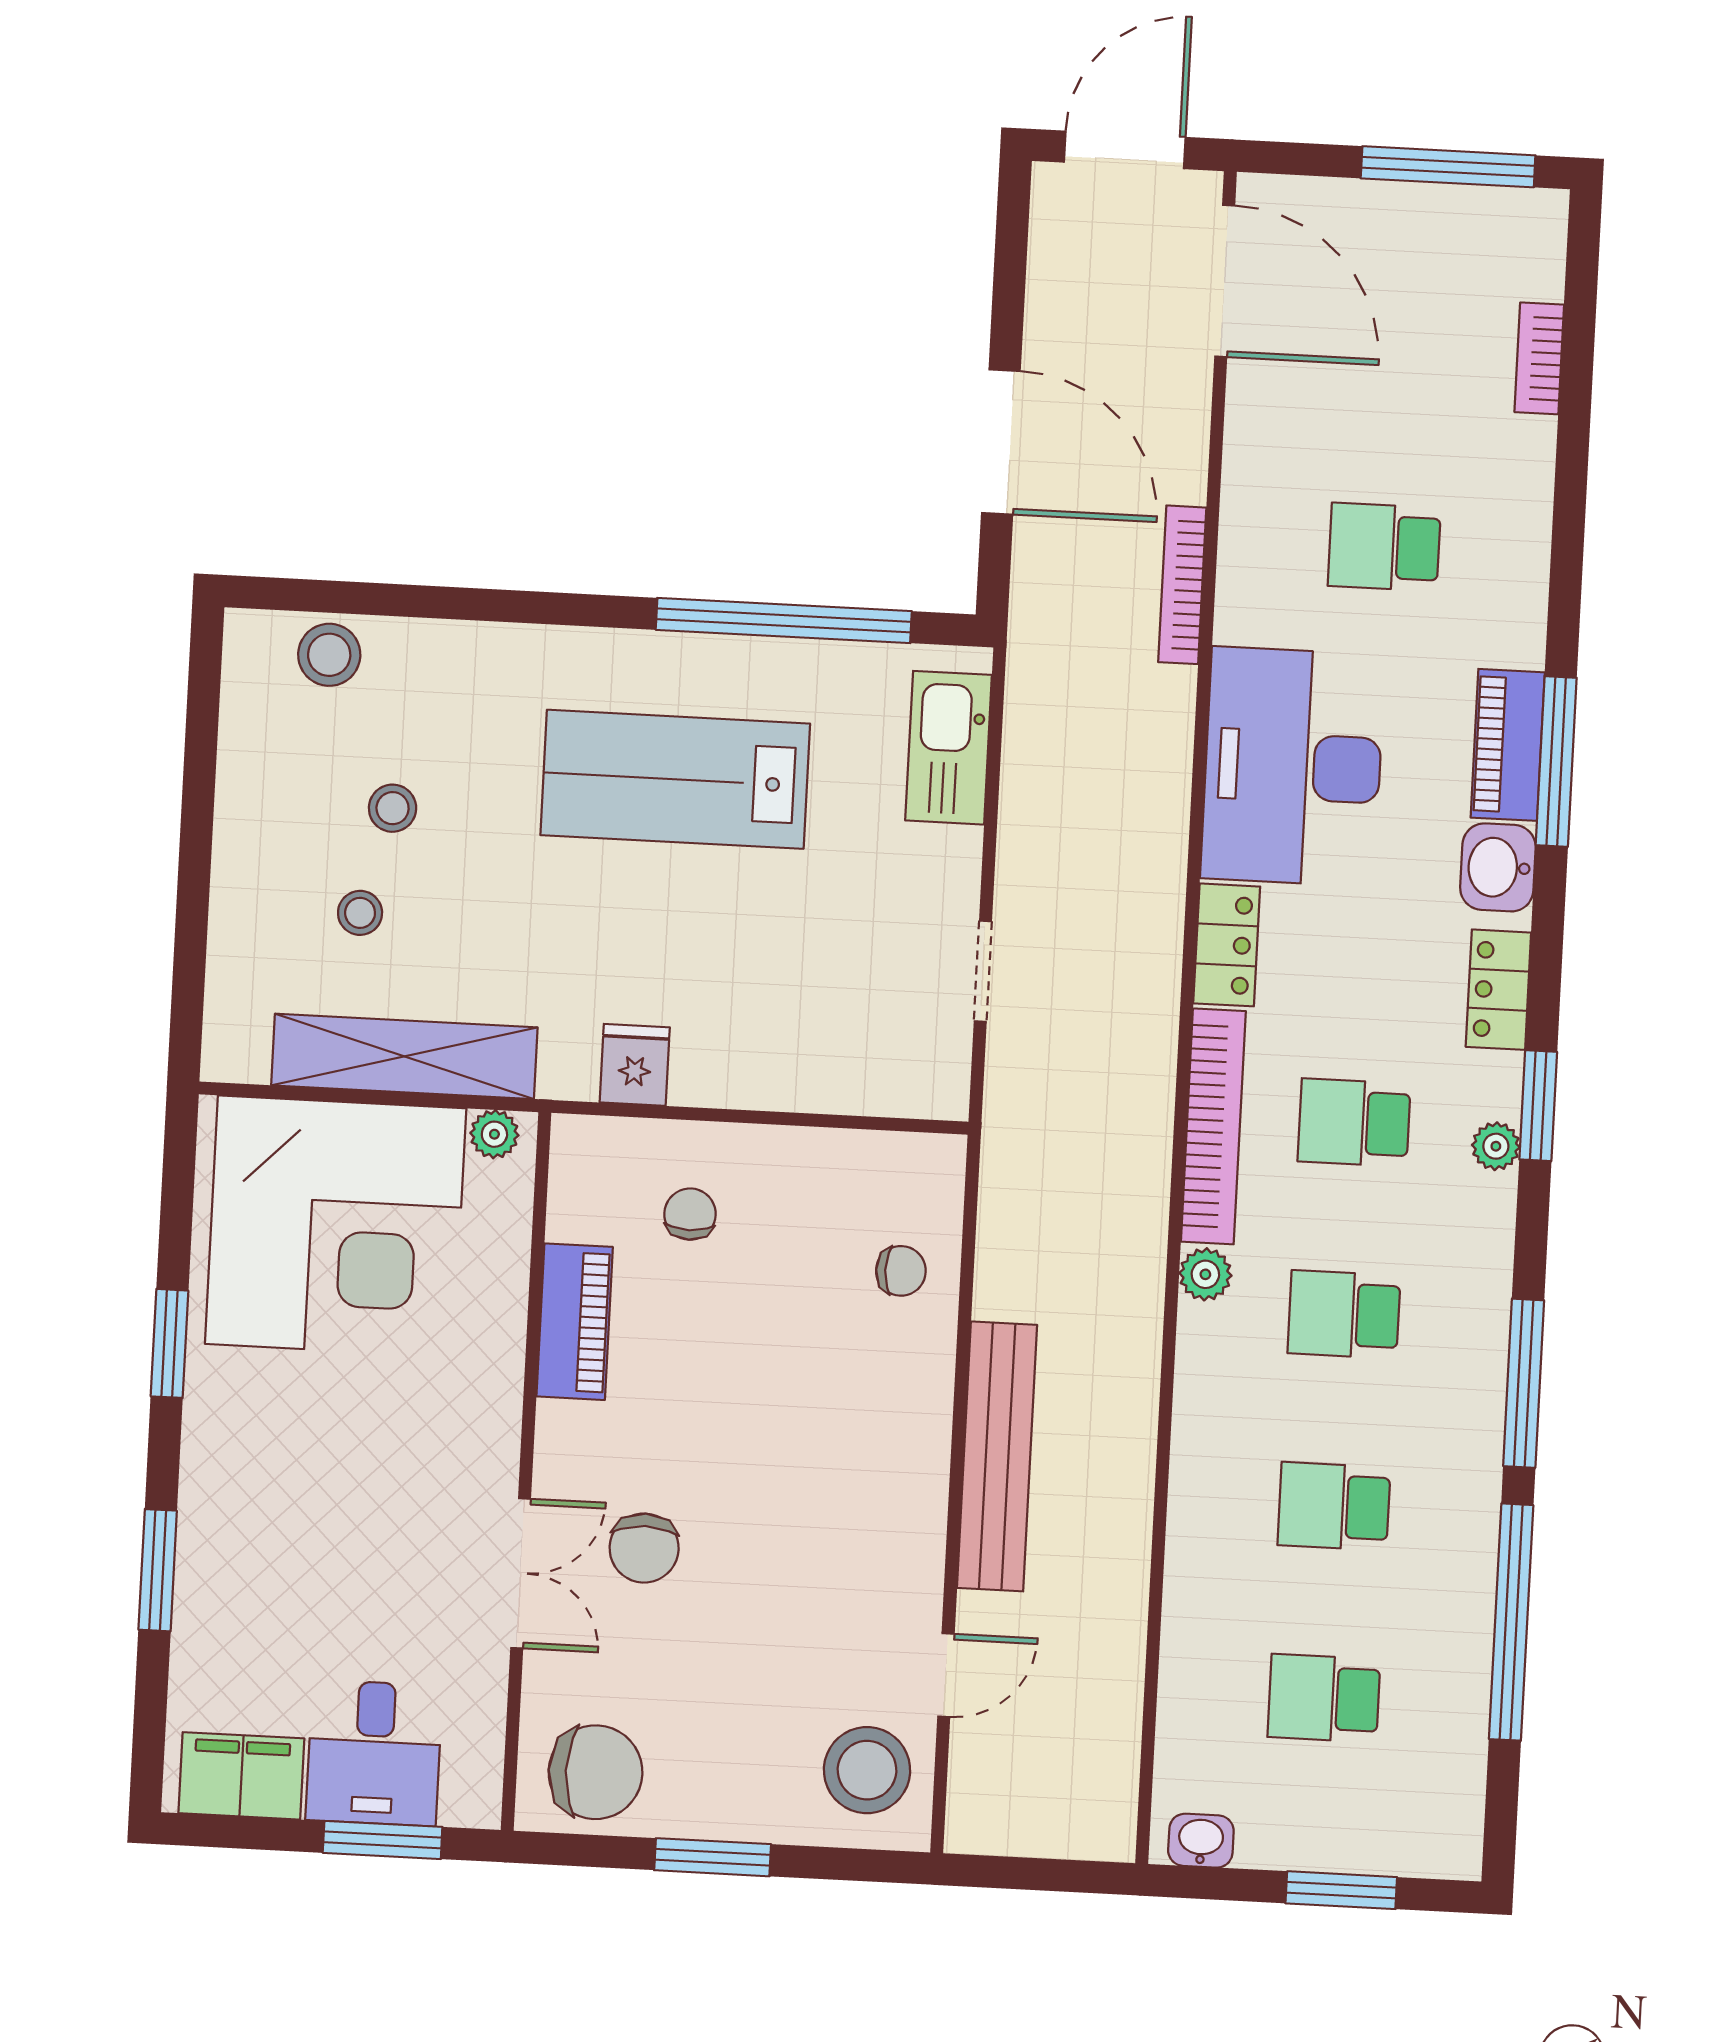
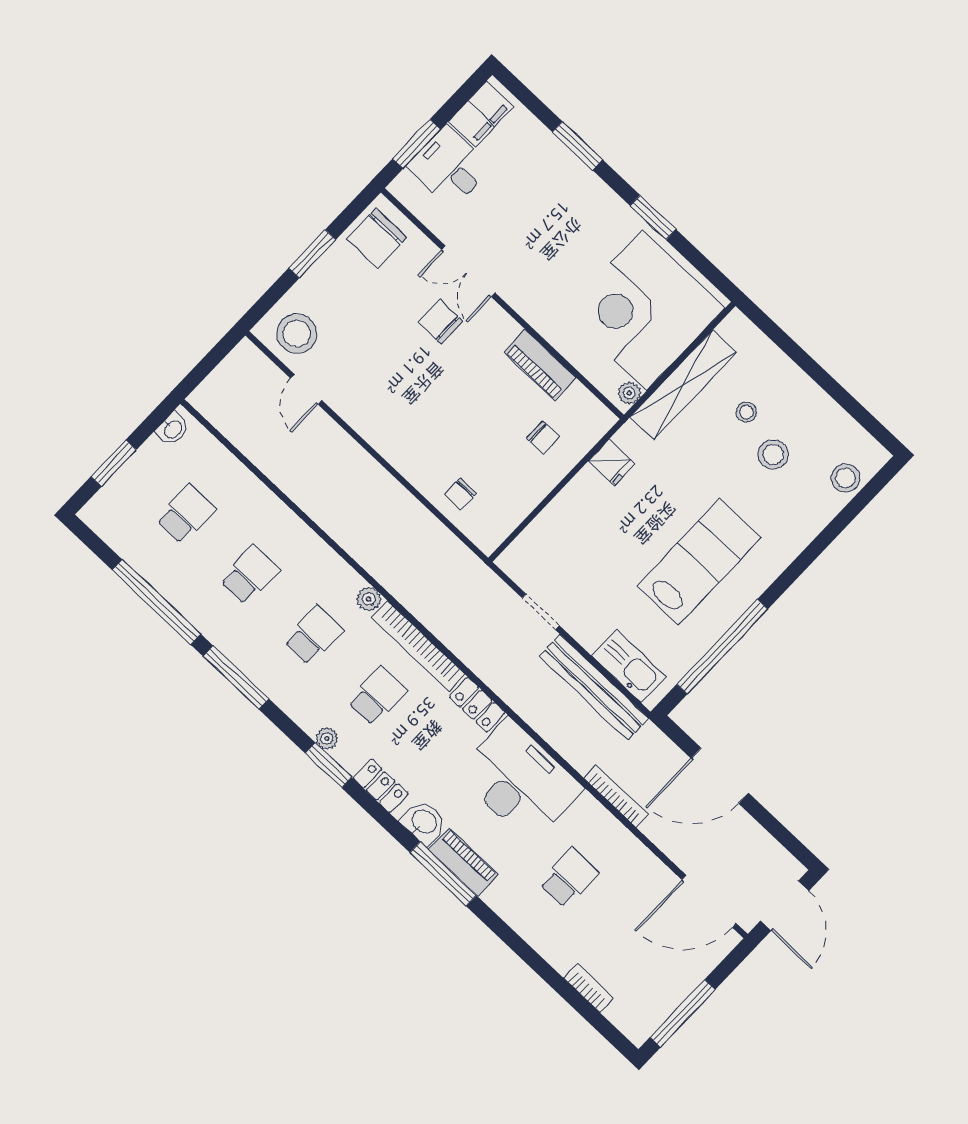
stool: (393, 808) -> (773, 455), width x1.37, depth x1.37
bench: (997, 1456) -> (594, 687), moved

